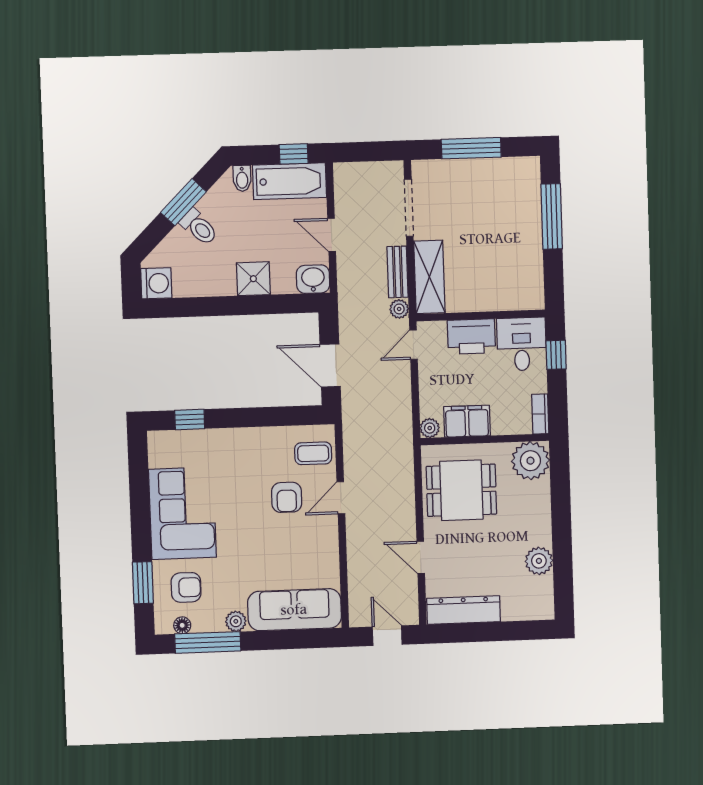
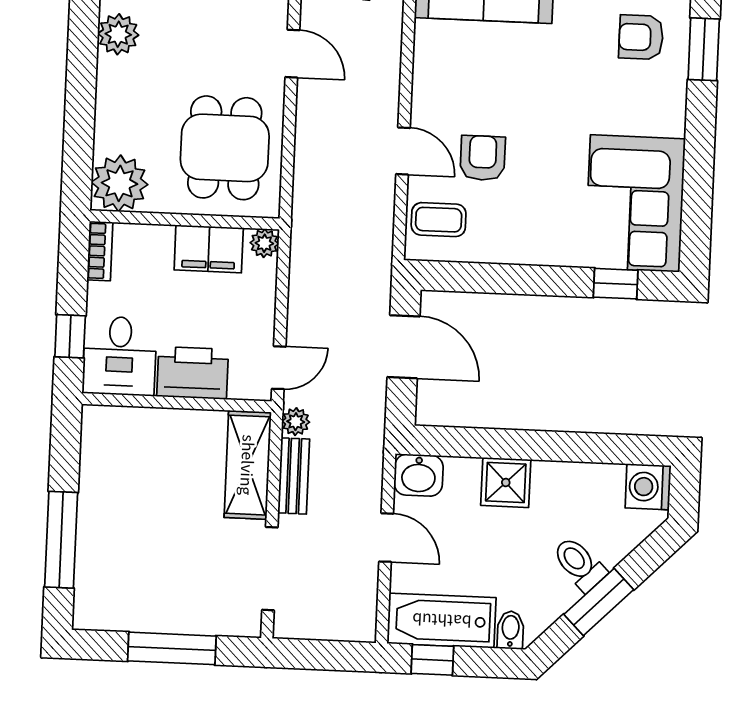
dining table: (461, 490) -> (225, 148), turned 90
door: (341, 498) -> (403, 151), hinge flipped
corner sofa: (182, 513) -> (635, 203), moved

